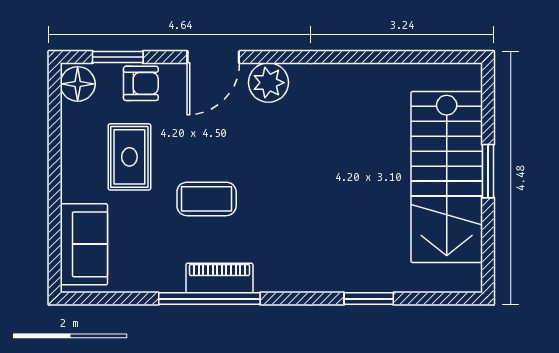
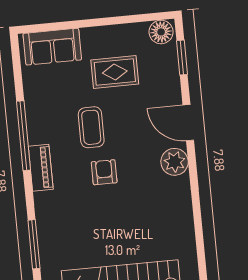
armchair: (141, 83) -> (104, 172), moved, turned 180
piano: (219, 278) -> (41, 168), moved
window: (369, 299) -> (34, 244), width x1.44

